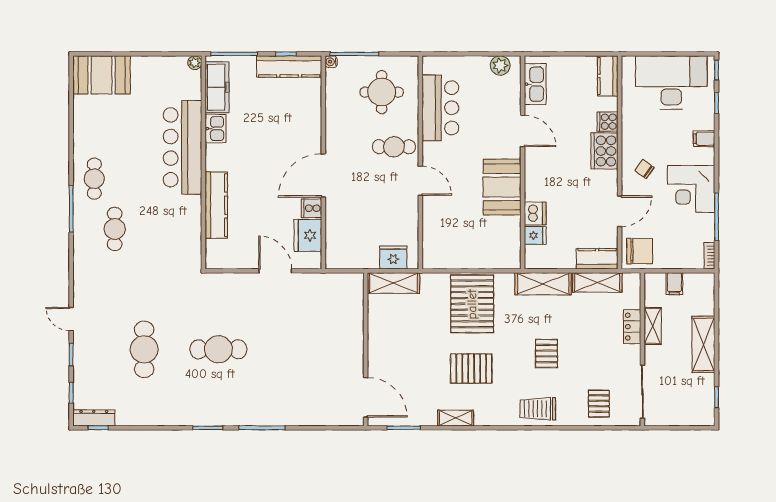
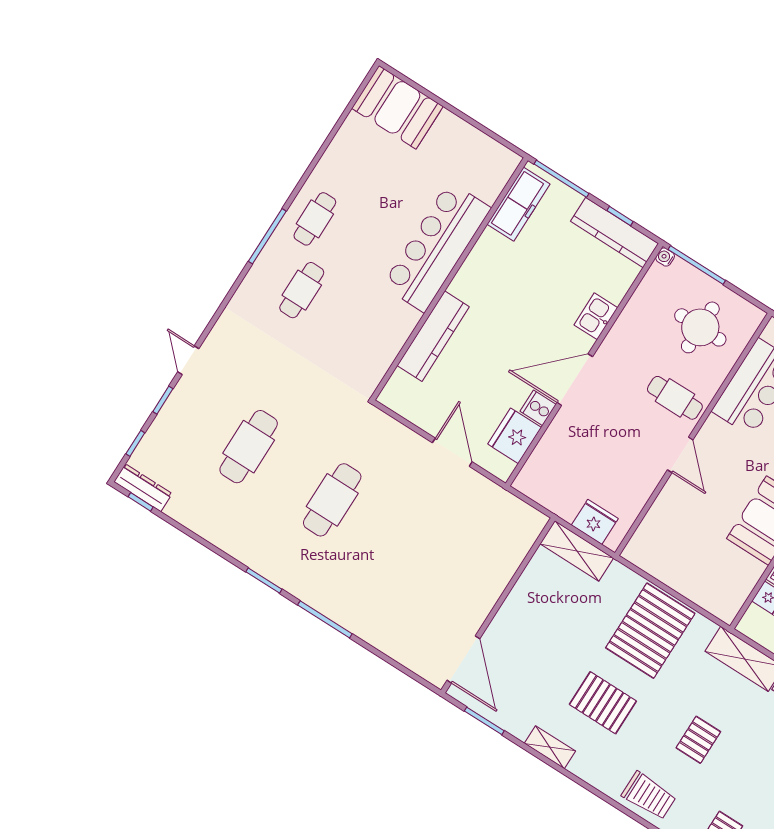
plant: (195, 63) -> (511, 160), removed
kitchen sink: (216, 129) -> (596, 316), moved, turned 180
cafe table: (218, 349) -> (332, 500), turned 90
trolley: (538, 409) -> (649, 796), turned 180

